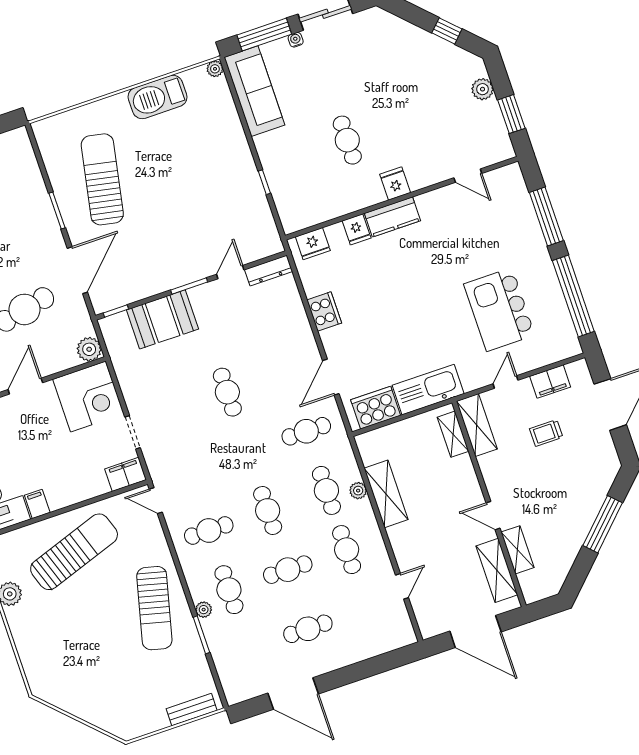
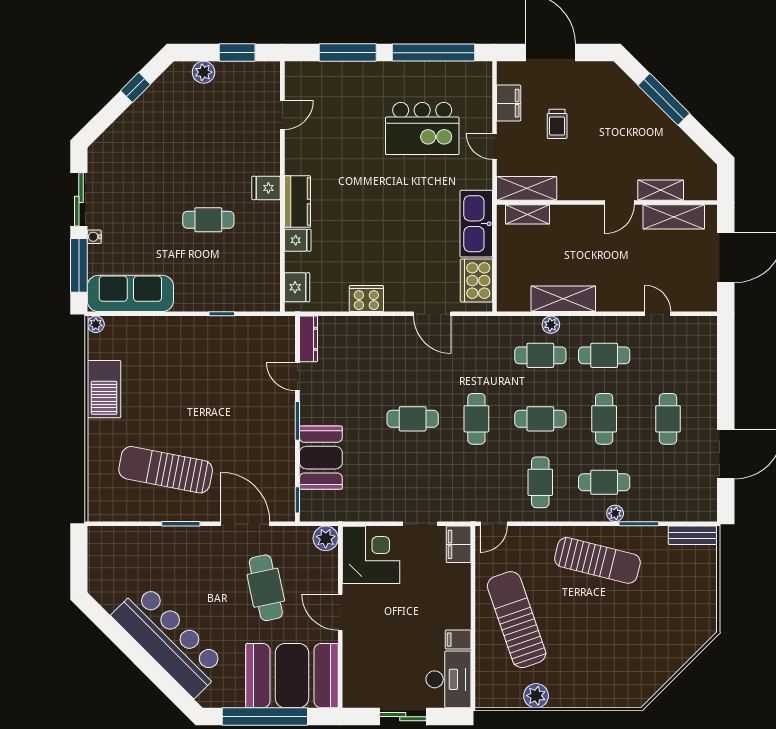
cafe table: (306, 431) -> (476, 419), moved
bench: (192, 710) -> (693, 535), moved, turned 90

